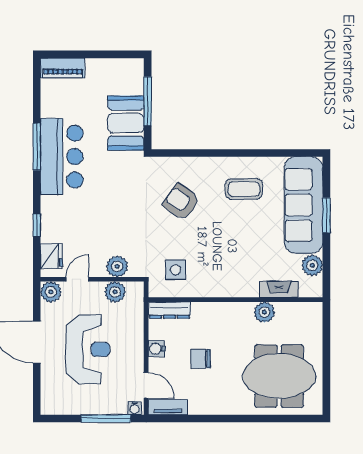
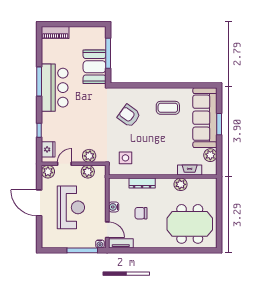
dresser: (169, 310) -> (142, 183), moved

